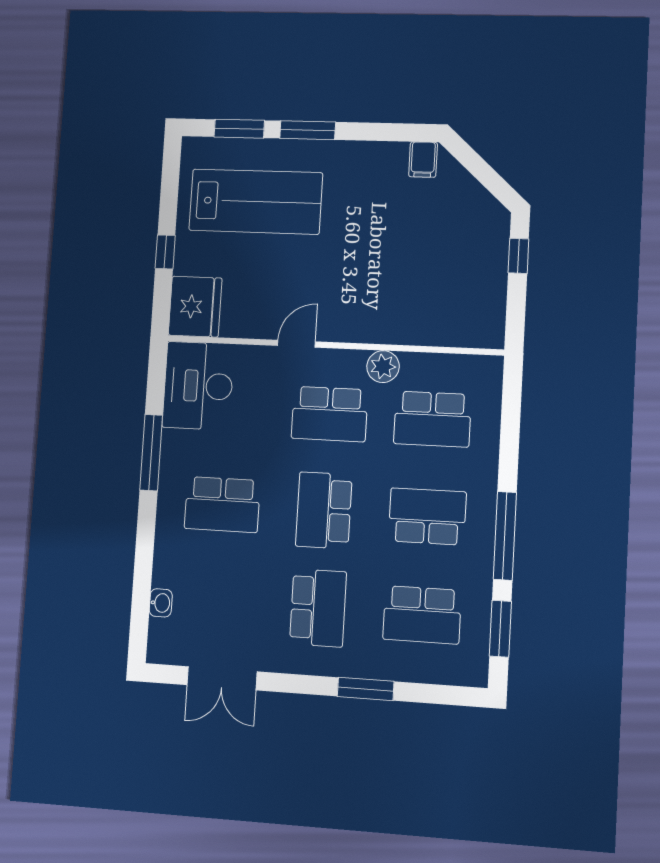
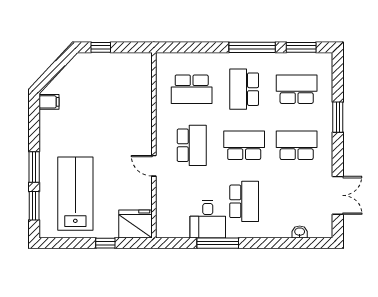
plant: (383, 367) -> (164, 118), removed
desk: (198, 386) -> (208, 219), moved, width x0.73
school desk: (432, 419) -> (192, 89), turned 90
school desk: (324, 510) -> (244, 145), turned 180
school desk: (422, 615) -> (297, 89), turned -90

